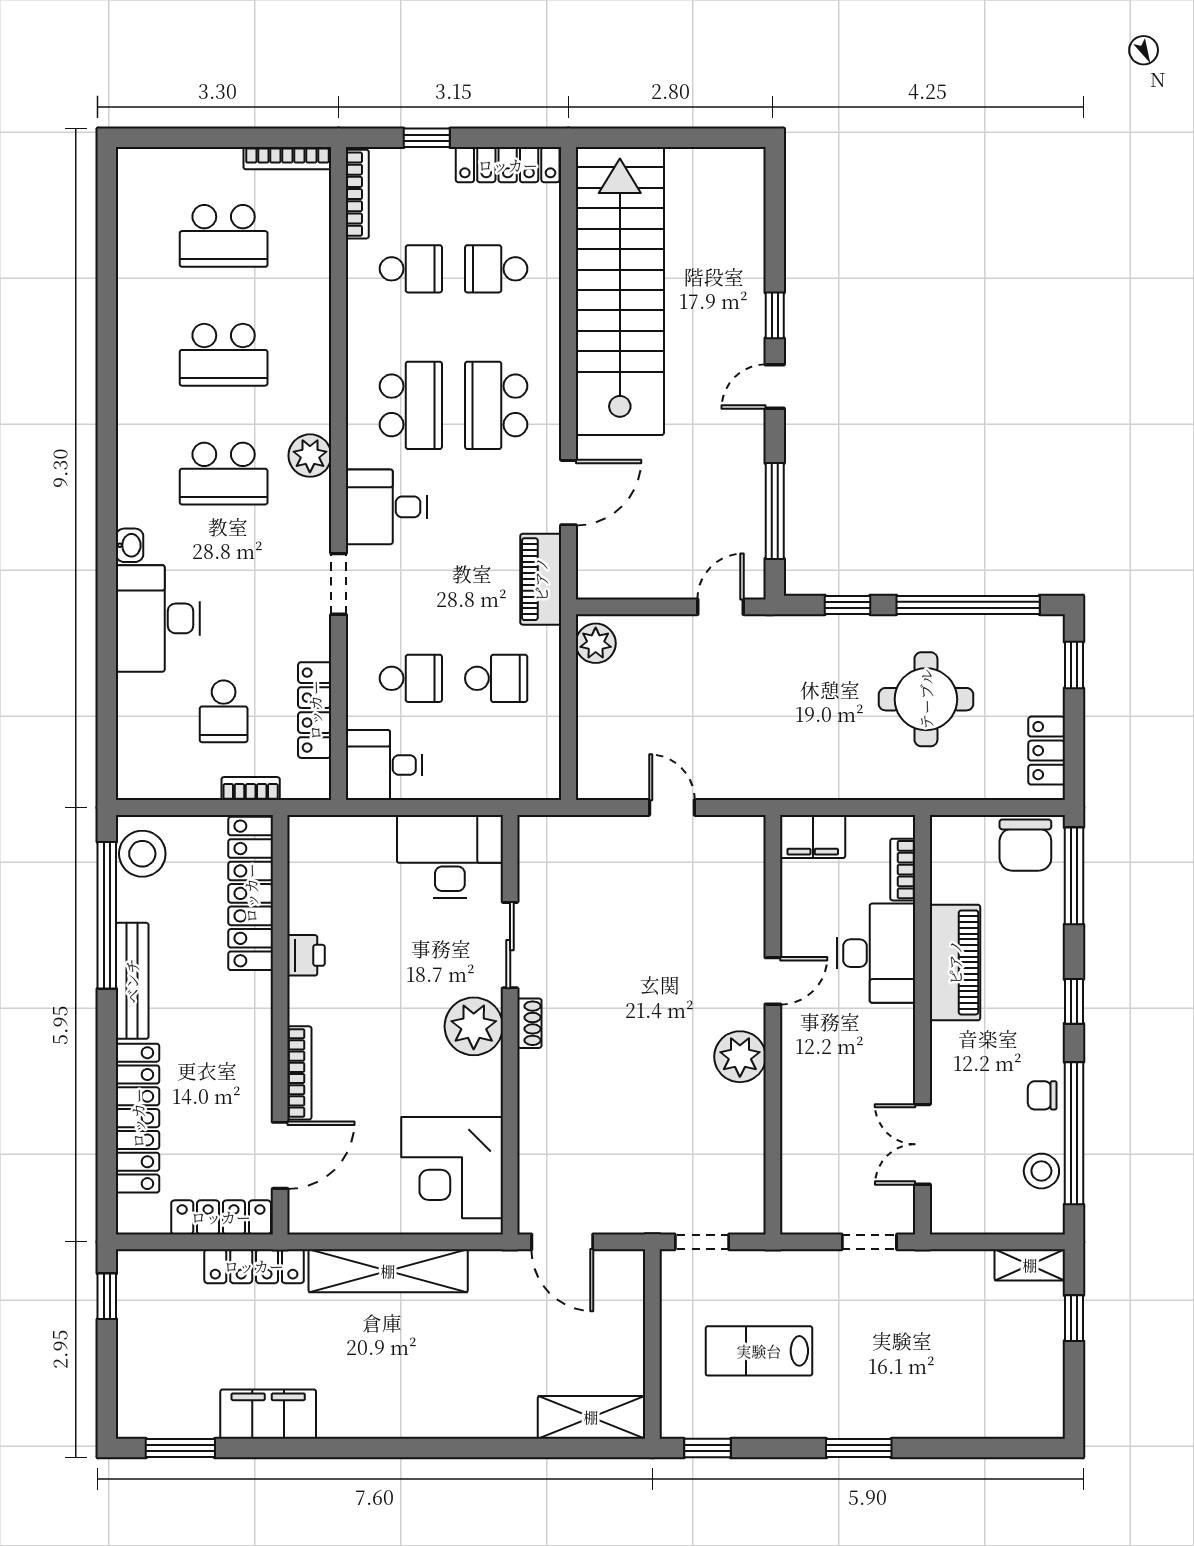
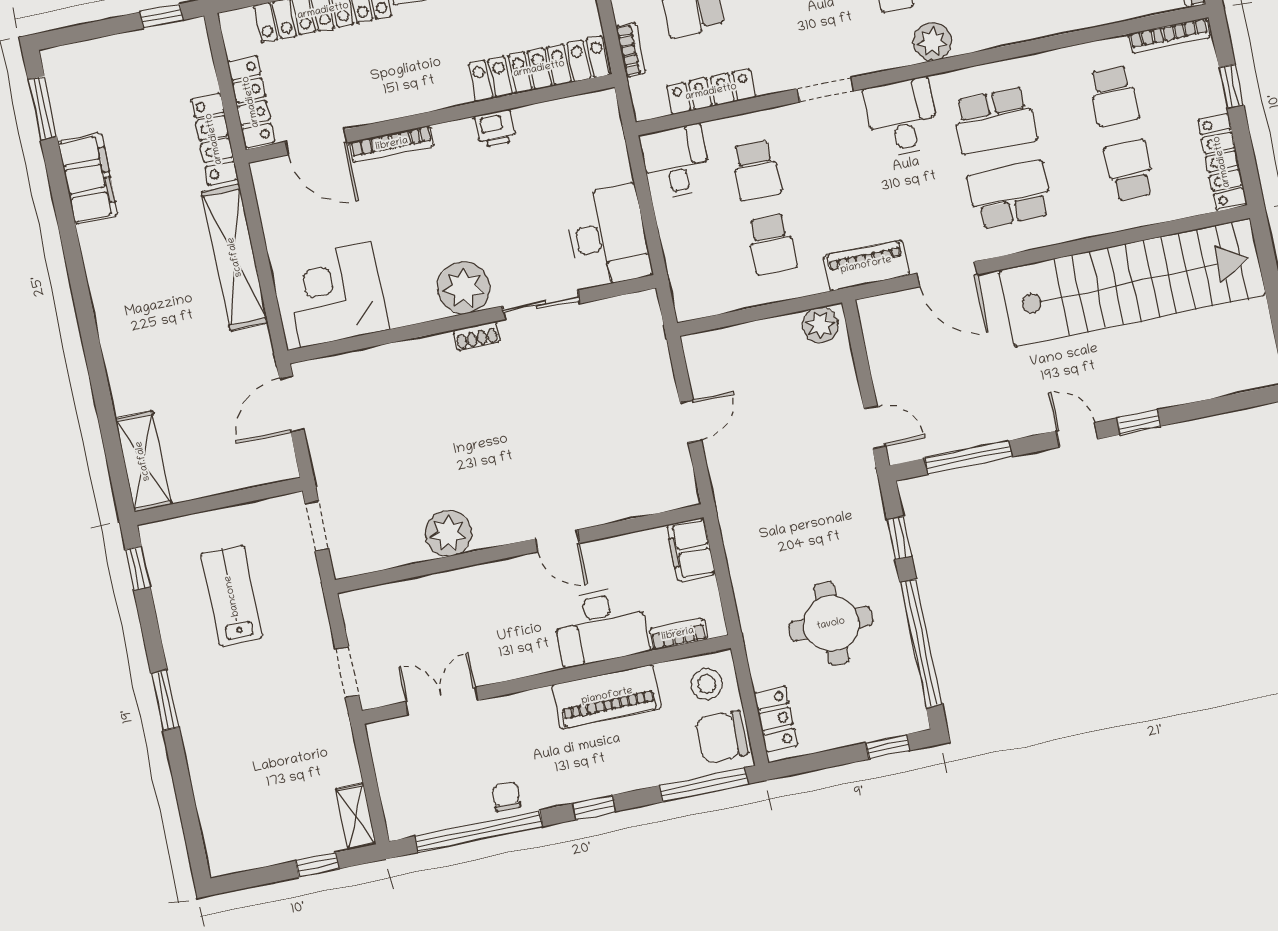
locker: (1047, 751) -> (776, 719), moved, turned 90
plant: (740, 1057) -> (448, 533), moved
stool: (1041, 1171) -> (707, 684), moved

